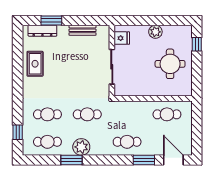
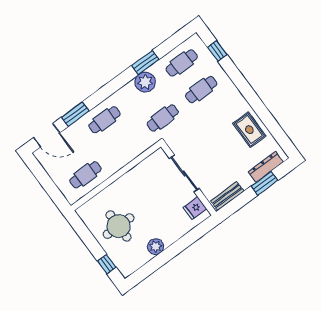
fridge: (122, 38) -> (195, 208), moved
wall: (112, 61) -> (188, 179), moved
sliding door: (112, 67) -> (184, 173), moved

